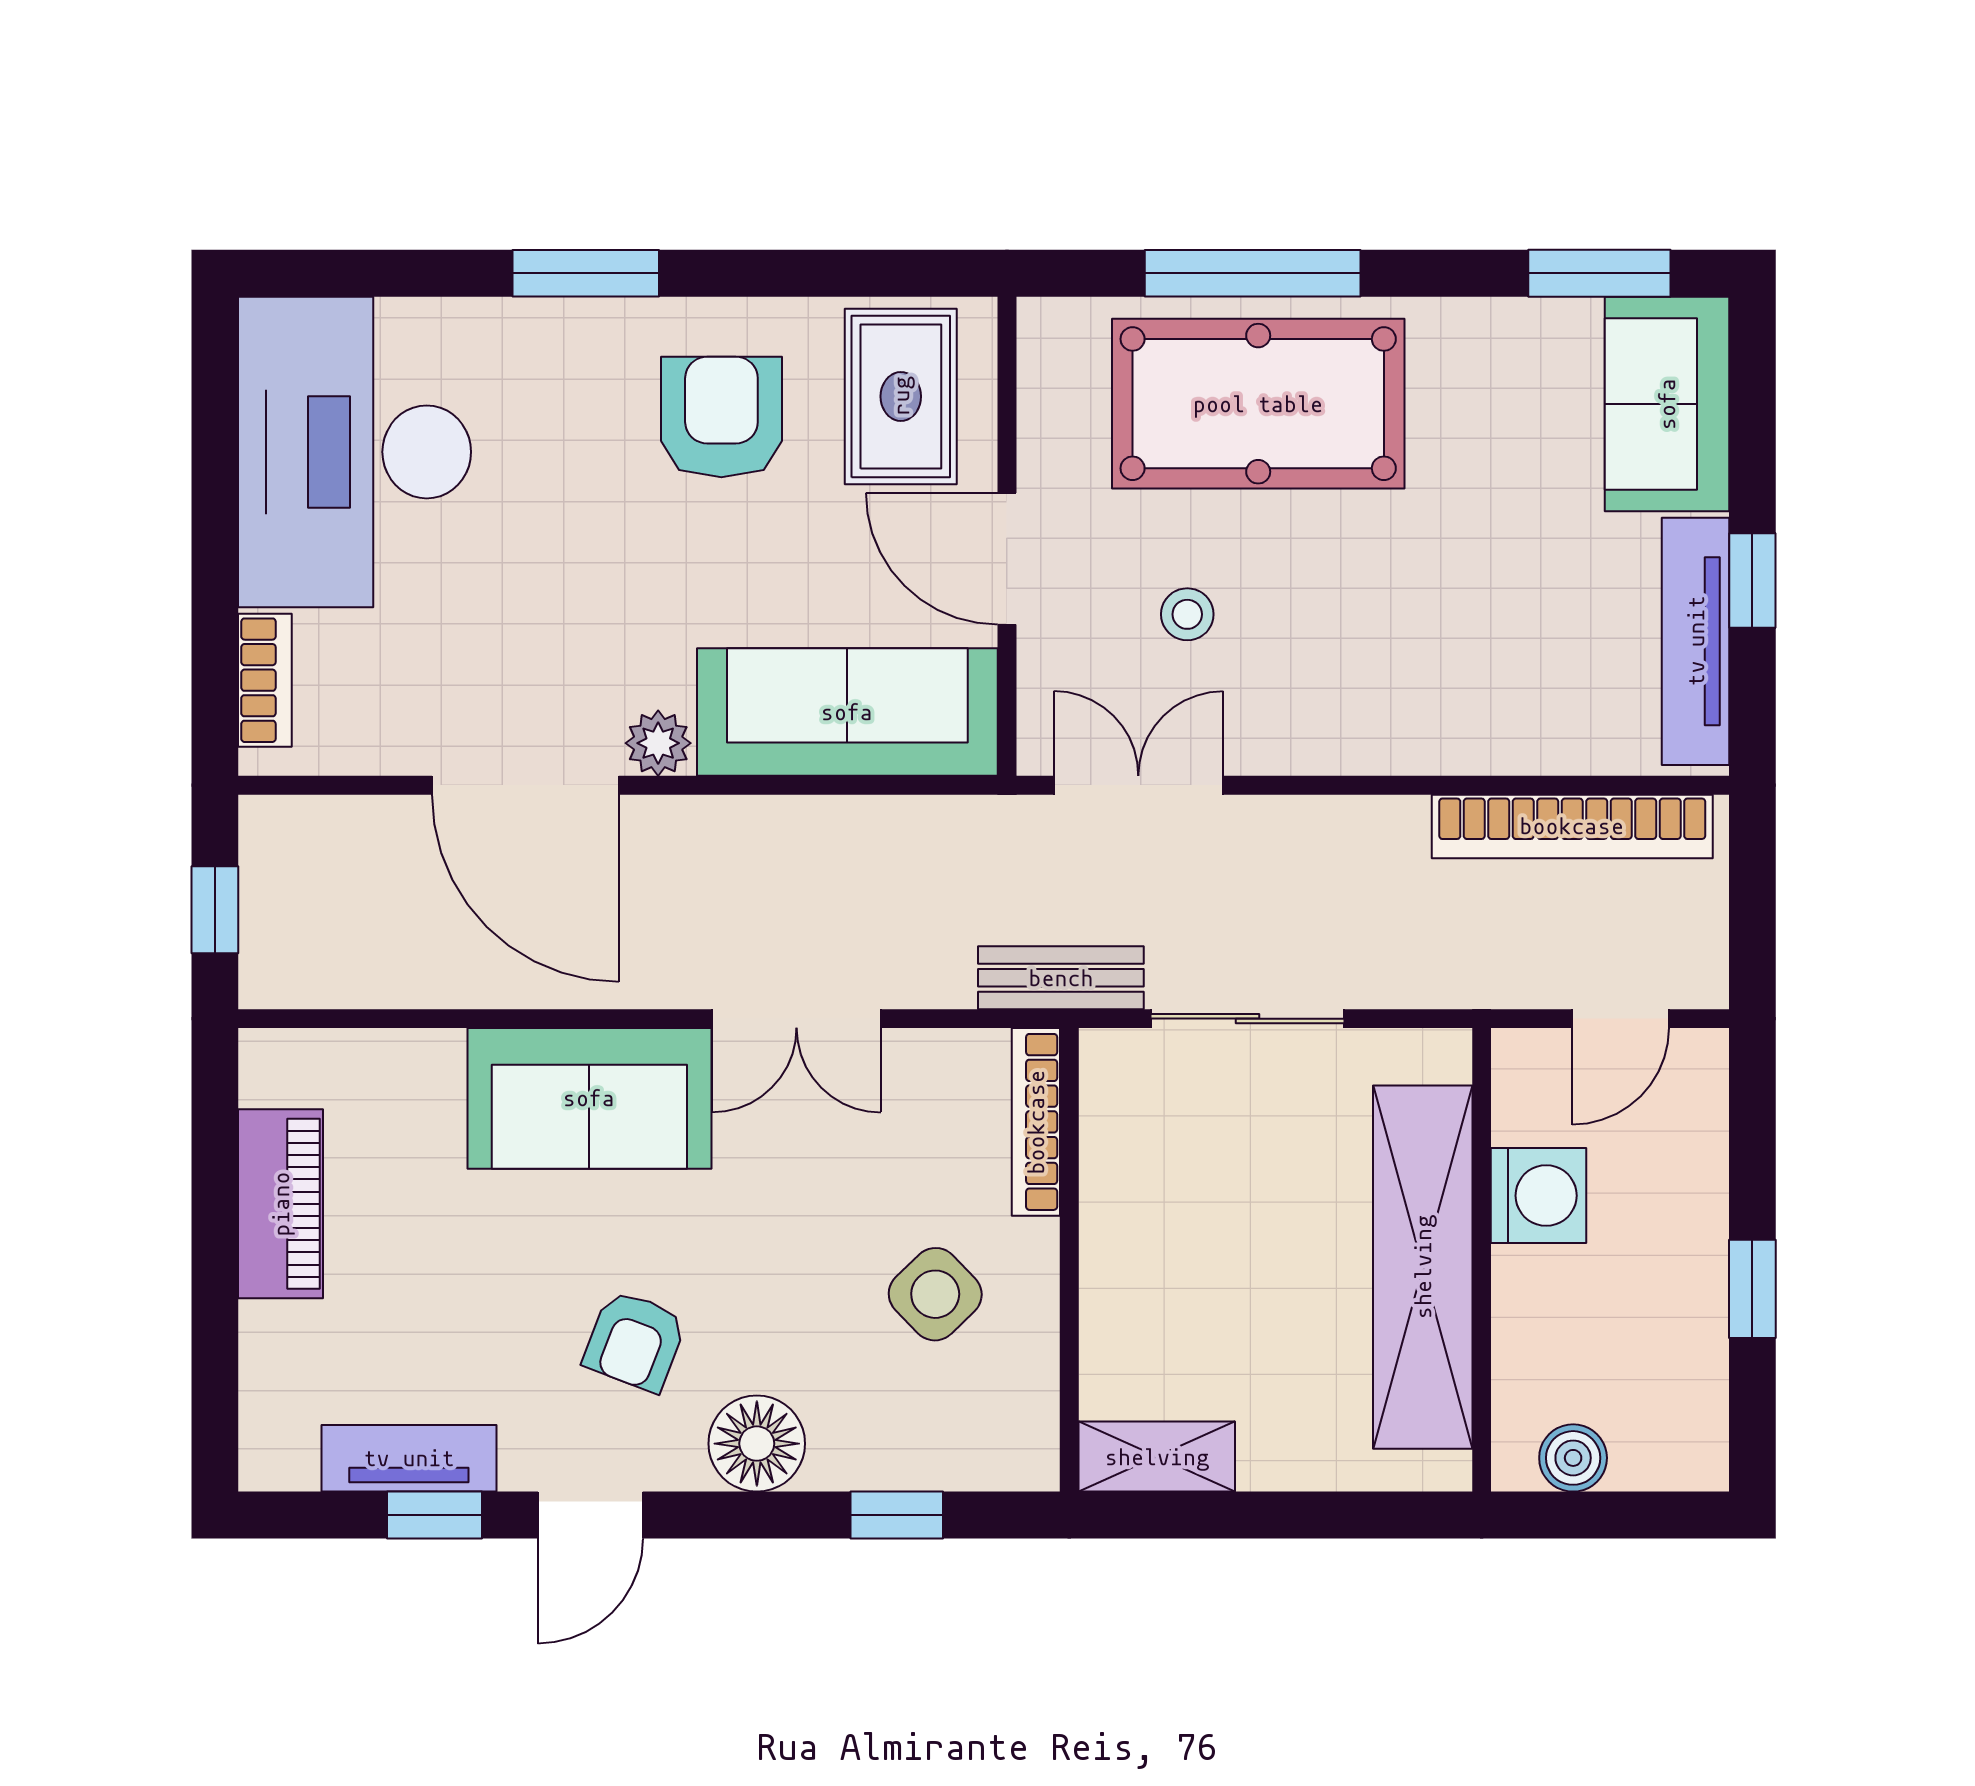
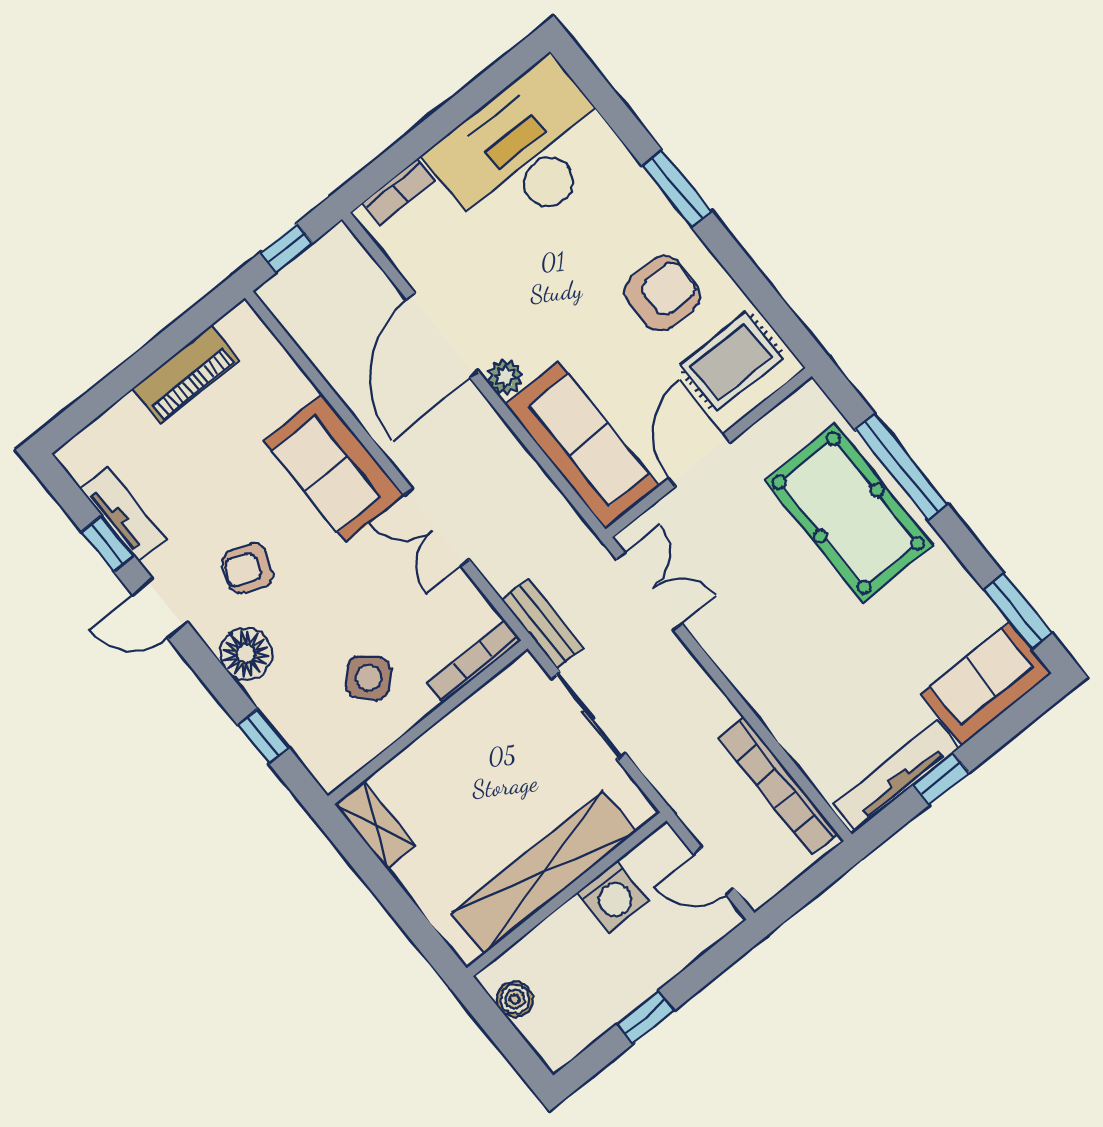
stool: (1187, 614) -> (737, 554), removed

